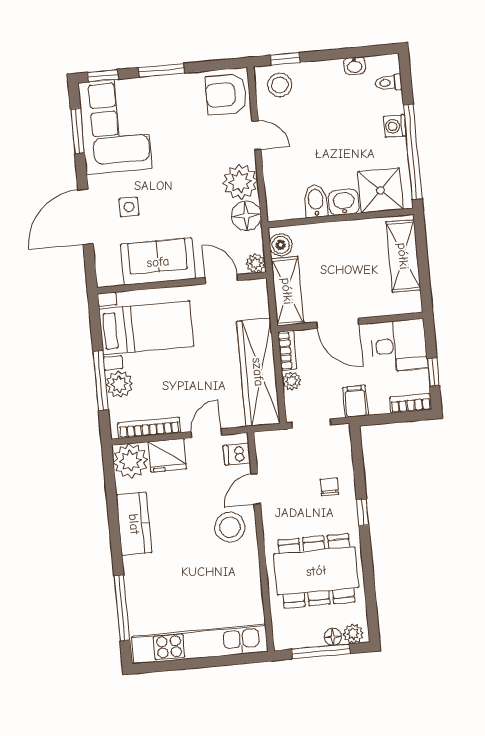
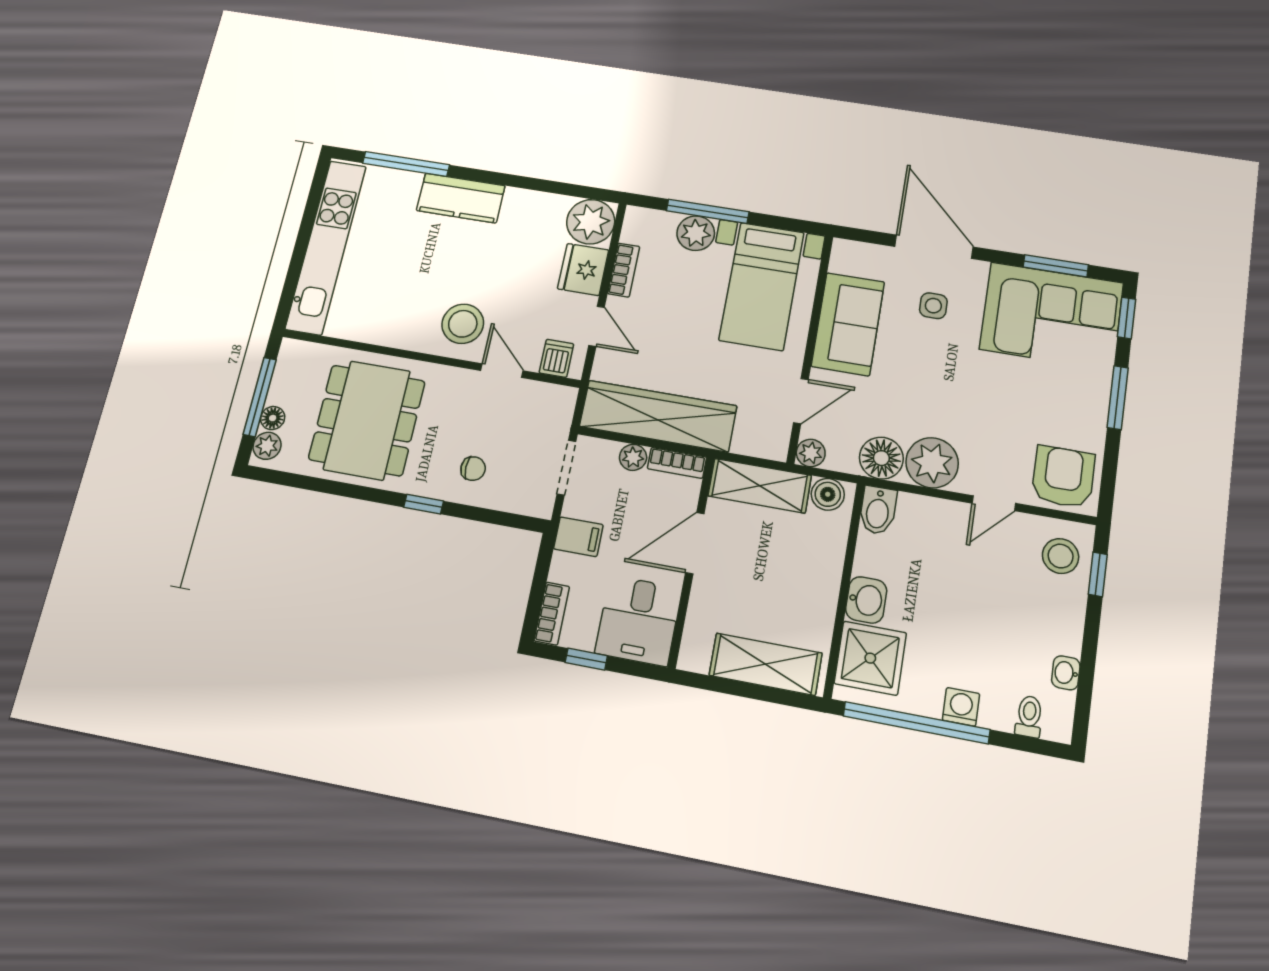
bidet: (316, 201) -> (878, 510), moved, turned 90
bookcase: (149, 428) -> (624, 270), width x0.64
kitchen counter: (134, 524) -> (461, 198), moved

